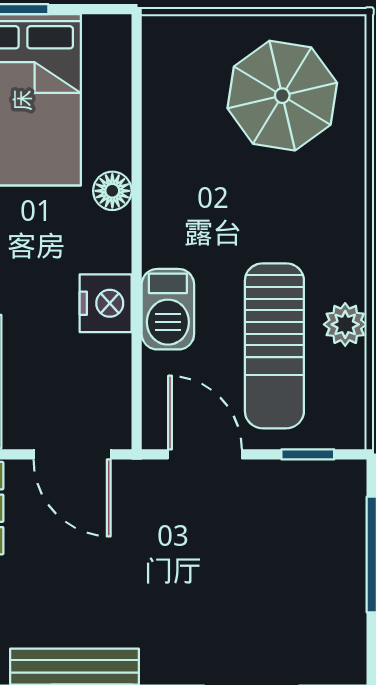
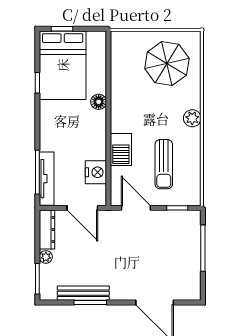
nightstand: (106, 303) -> (96, 172), moved
plant: (345, 324) -> (192, 118), moved
sun lounger: (274, 346) -> (164, 164), width x0.73, depth x0.75

